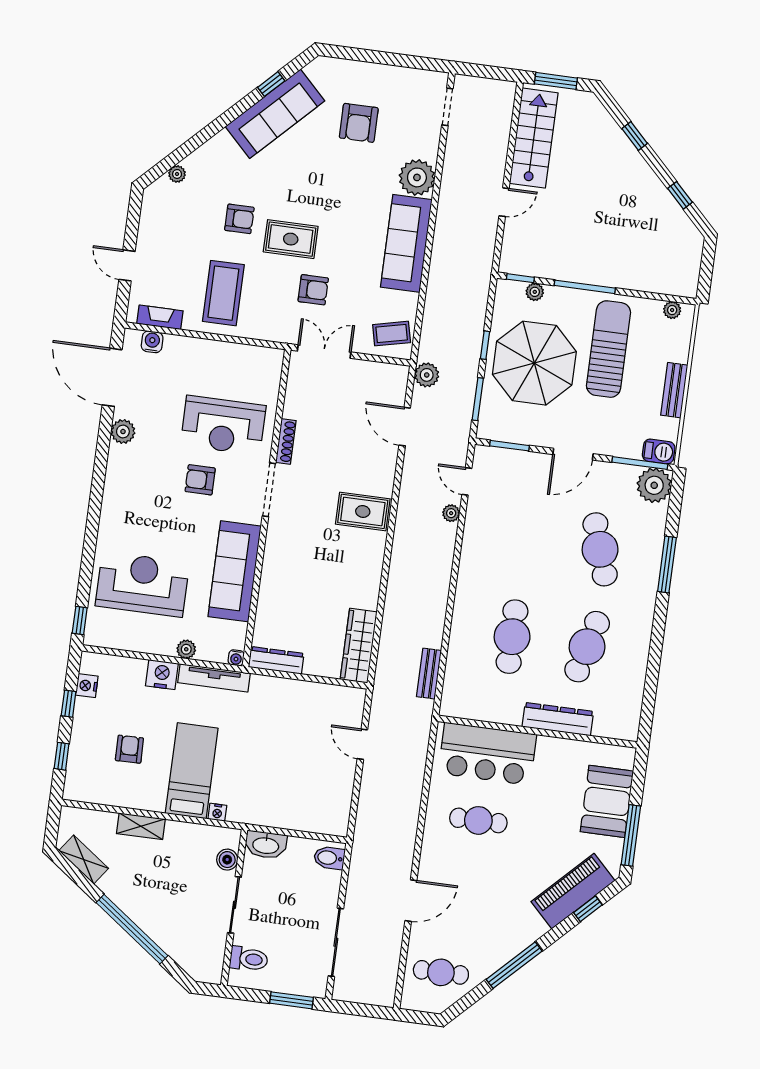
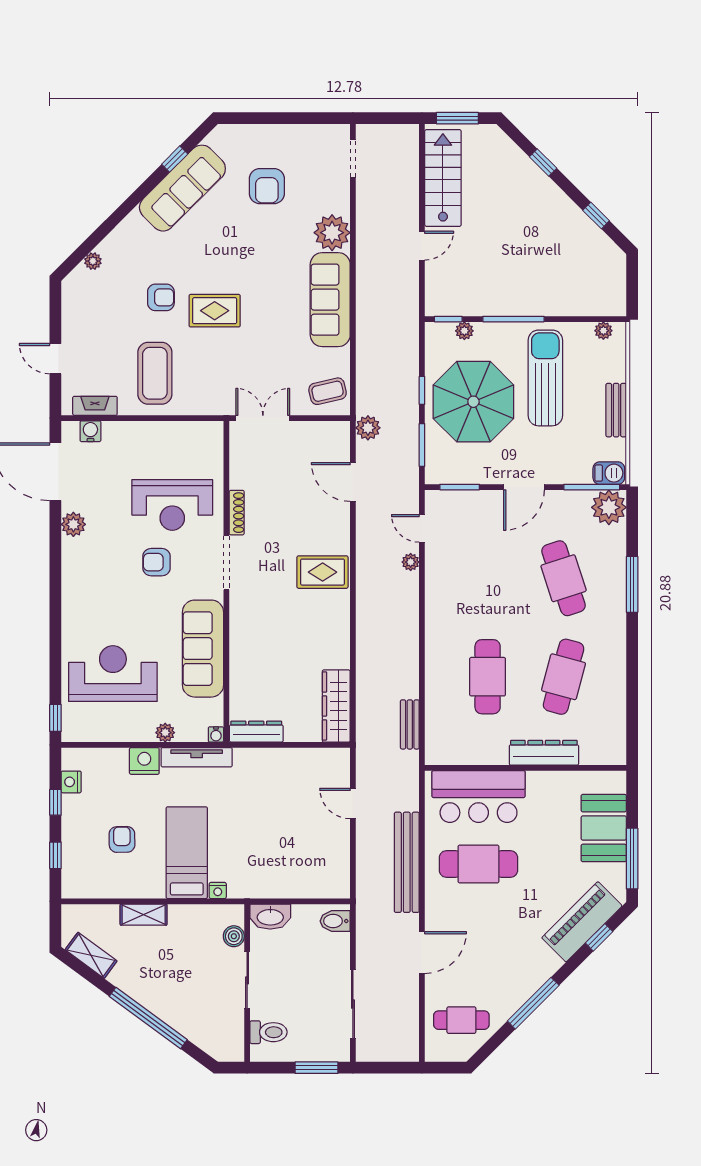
armchair: (313, 290) -> (244, 358), removed
bench: (408, 809) -> (407, 862), added
cafe table: (478, 820) -> (478, 864), width x1.37, depth x1.35

